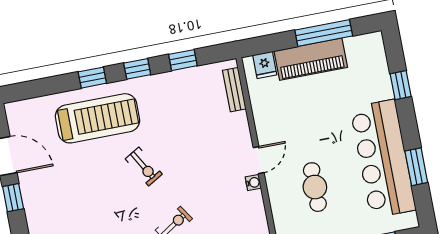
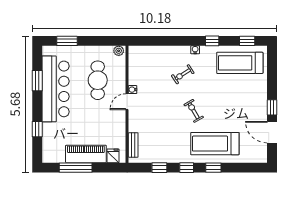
cafe table: (315, 187) -> (98, 80), width x1.37, depth x1.35

